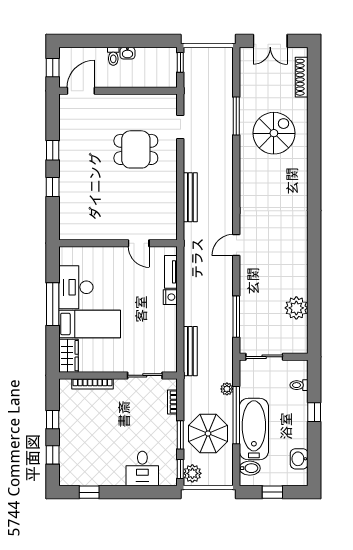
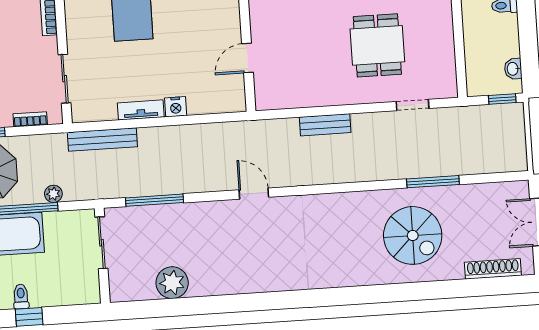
washbasin: (127, 53) -> (513, 69), moved
bench: (190, 197) -> (325, 125), width x0.73
tv unit: (171, 272) -> (141, 110), moved
toilet: (299, 385) -> (21, 296), moved

